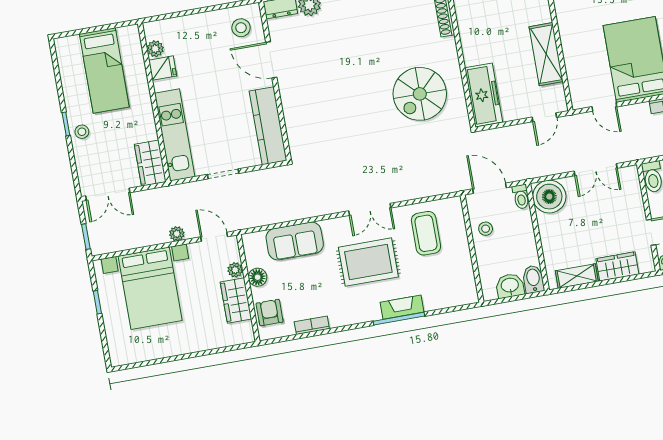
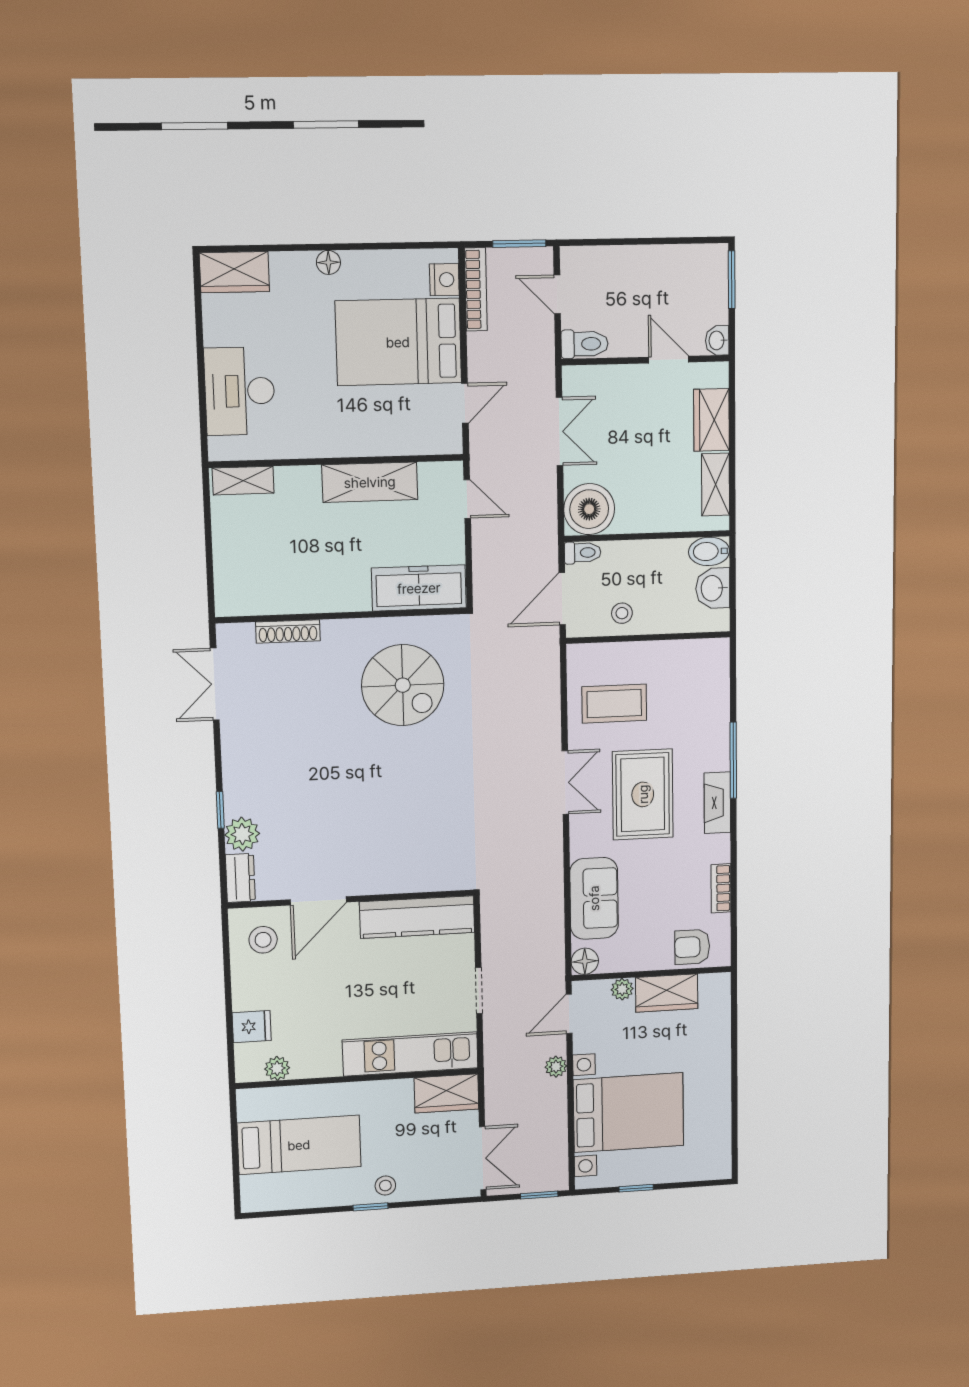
fridge: (163, 68) -> (252, 1027), moved, turned 90
floor lamp: (258, 277) -> (585, 961), moved
fireplace: (402, 307) -> (717, 803), moved

